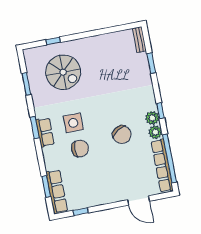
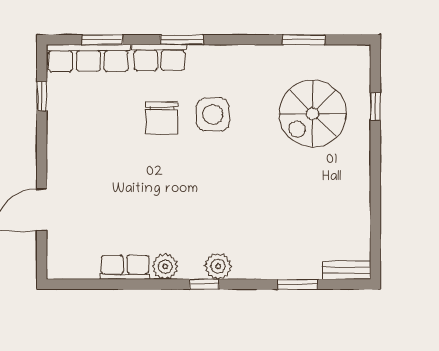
plant: (152, 118) -> (218, 266), moved
window: (35, 128) -> (182, 40), moved
row of seats: (45, 132) -> (159, 58), moved
chair: (122, 135) -> (173, 202), removed
window: (170, 158) -> (110, 284), removed
row of seats: (162, 166) -> (125, 267), width x0.50

